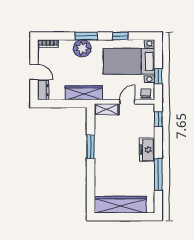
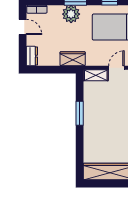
door: (34, 72) -> (23, 27), moved
wardrobe: (84, 93) -> (73, 59), width x0.67

